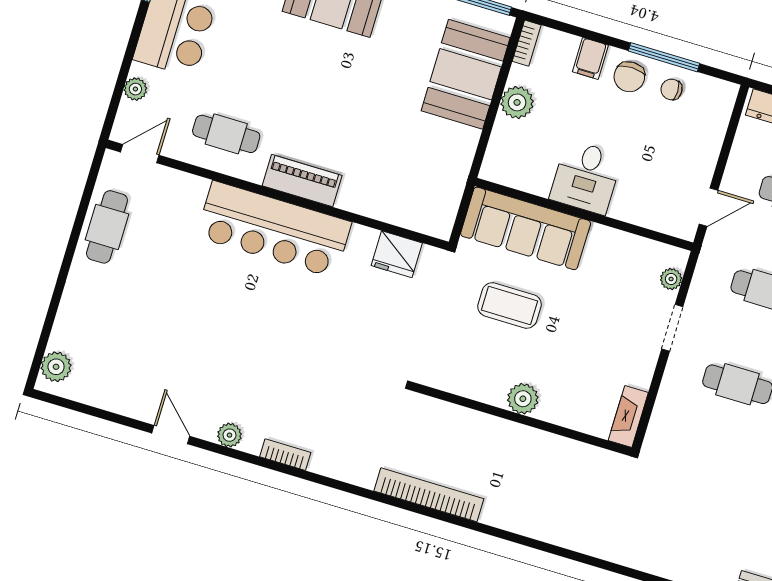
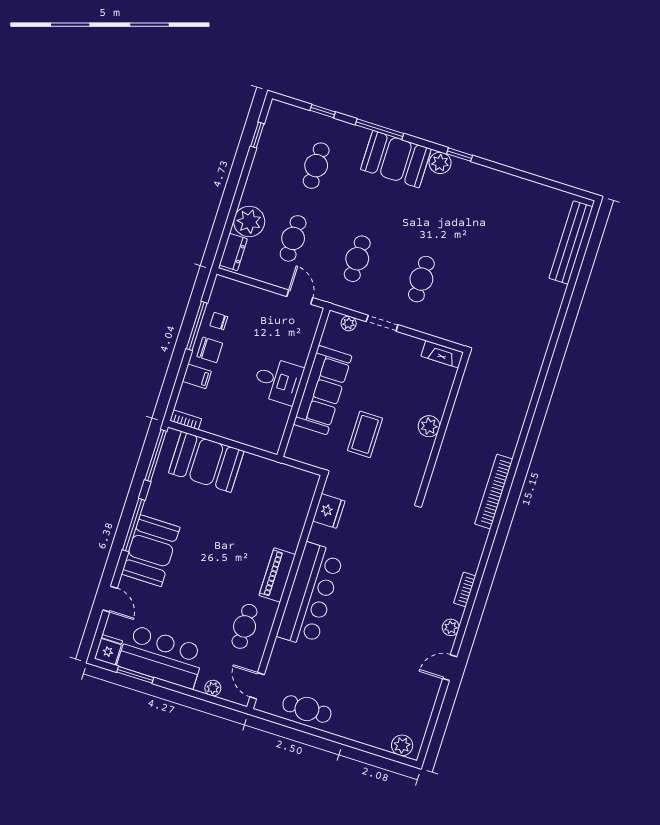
chair: (672, 89) -> (219, 321), turned 90
plant: (517, 102) -> (226, 427), removed
sofa: (526, 228) -> (323, 390), moved

